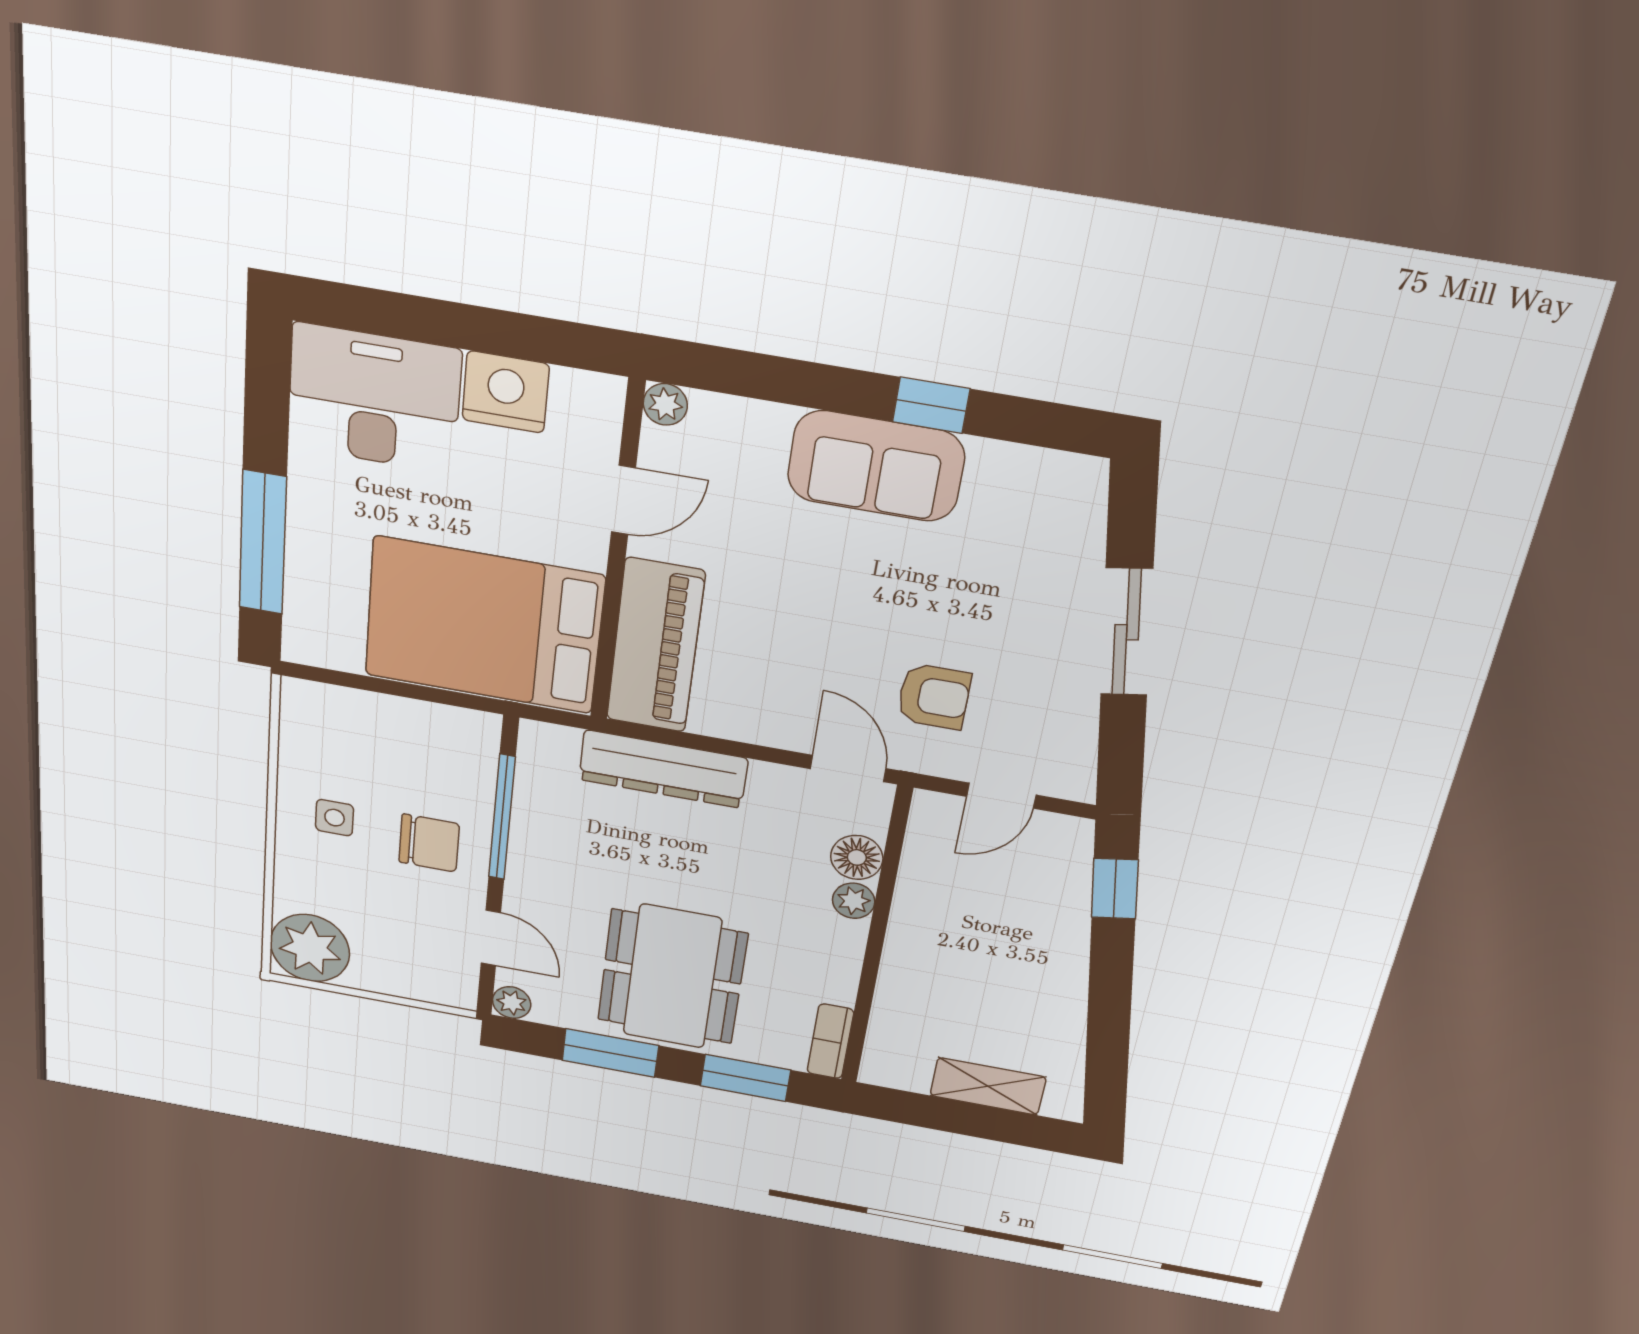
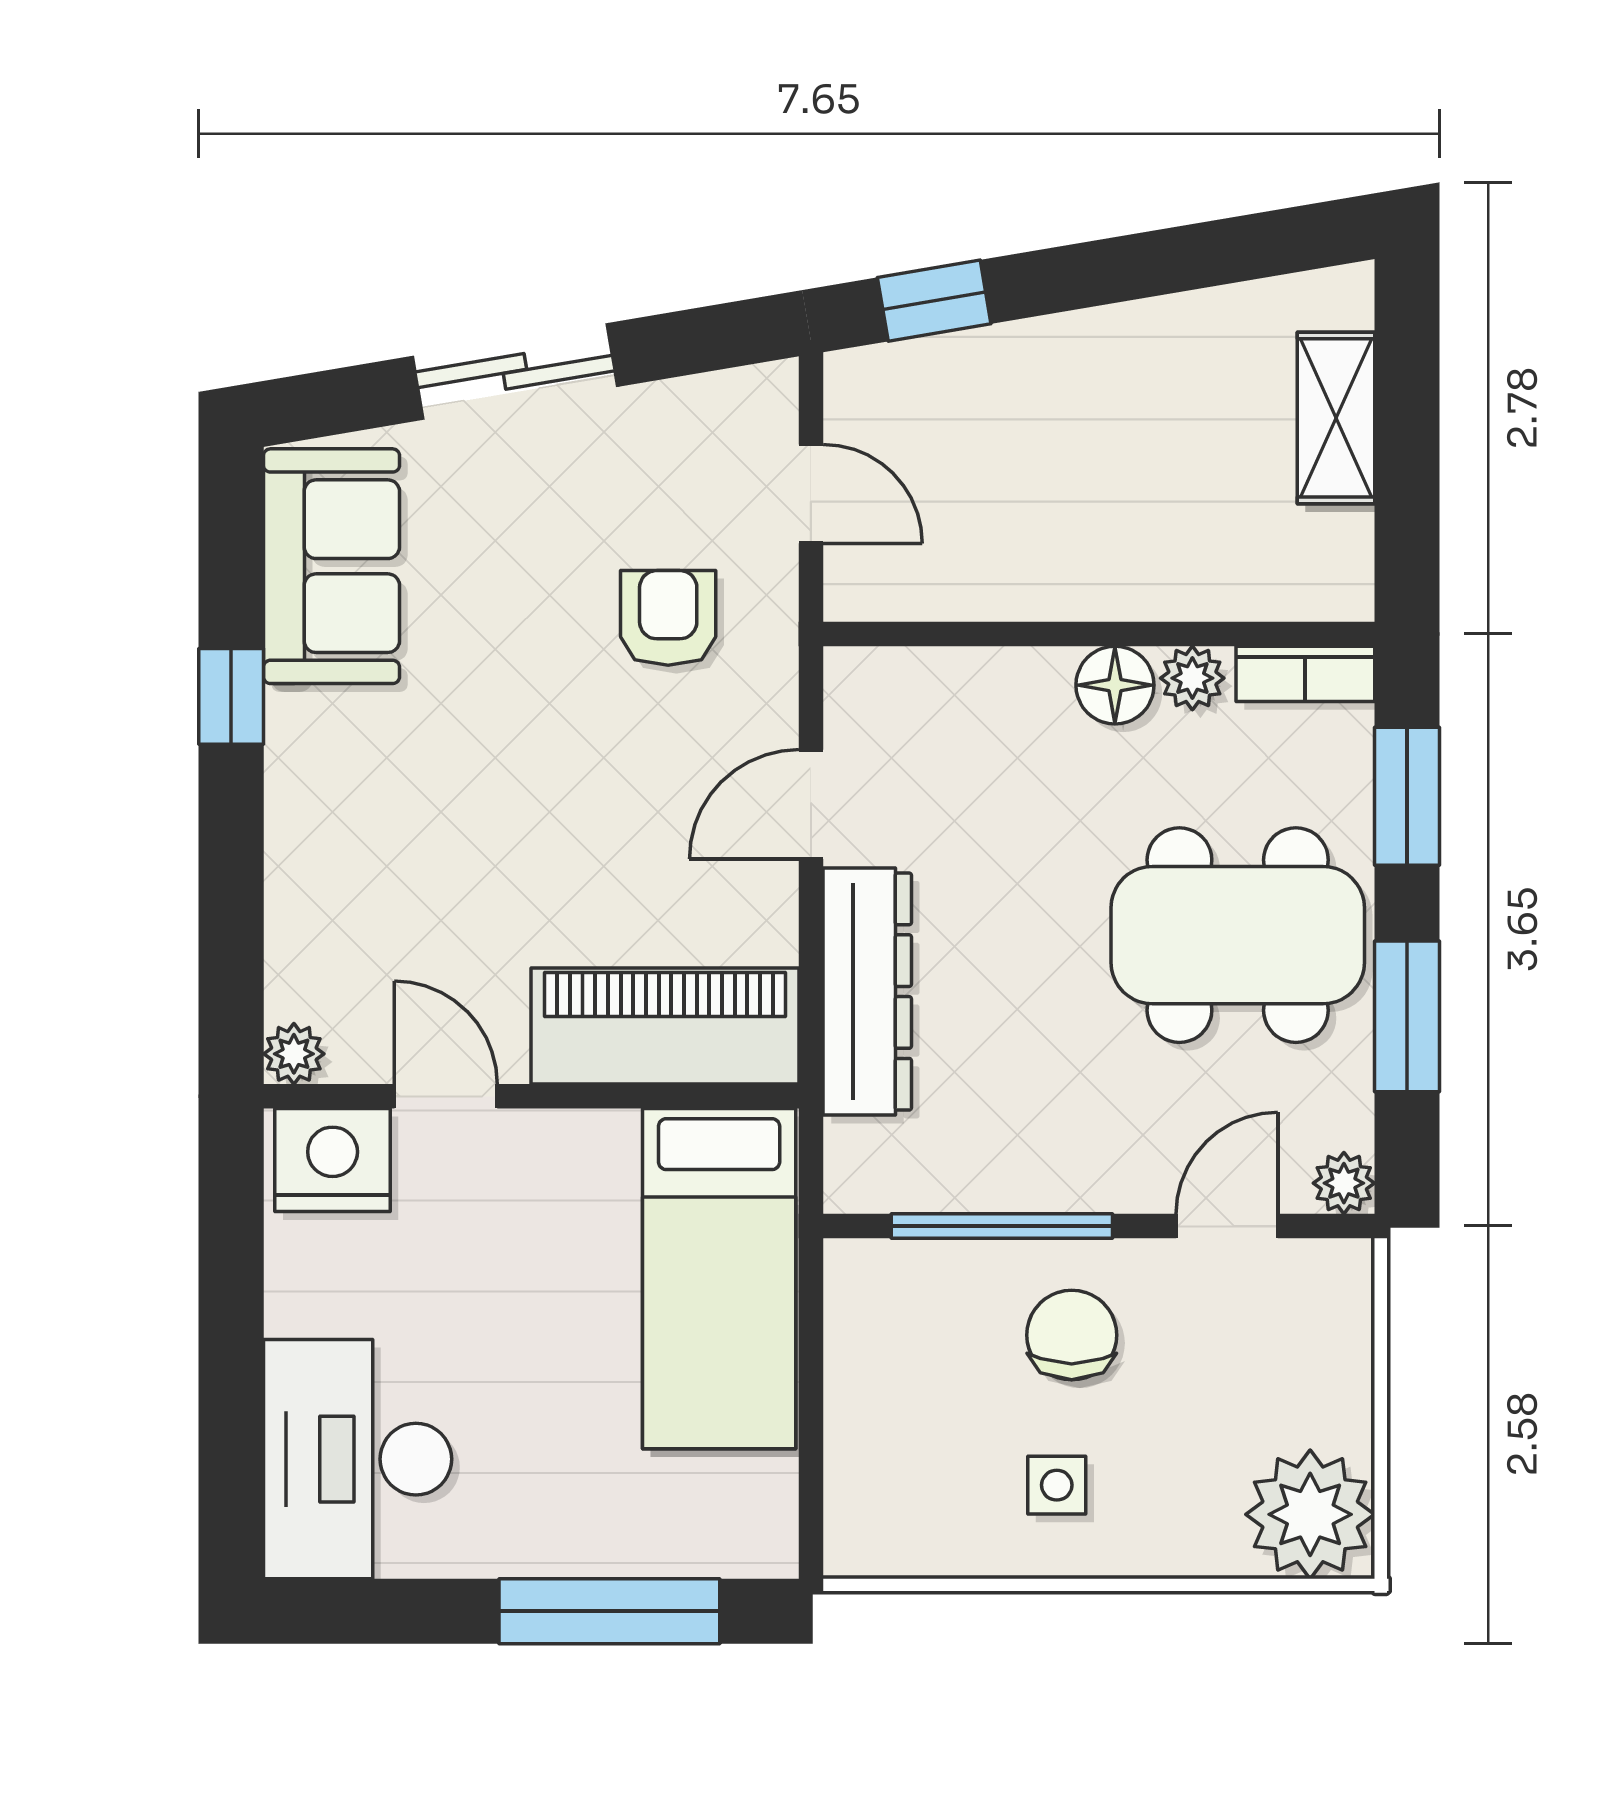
nightstand: (506, 392) -> (333, 1160), moved, turned 90
sofa: (876, 466) -> (331, 566), moved
bed: (484, 625) -> (719, 1279), width x0.67
door: (848, 769) -> (811, 804), moved
floor lamp: (857, 857) -> (1115, 685), moved
plant: (854, 901) -> (1192, 678), moved

